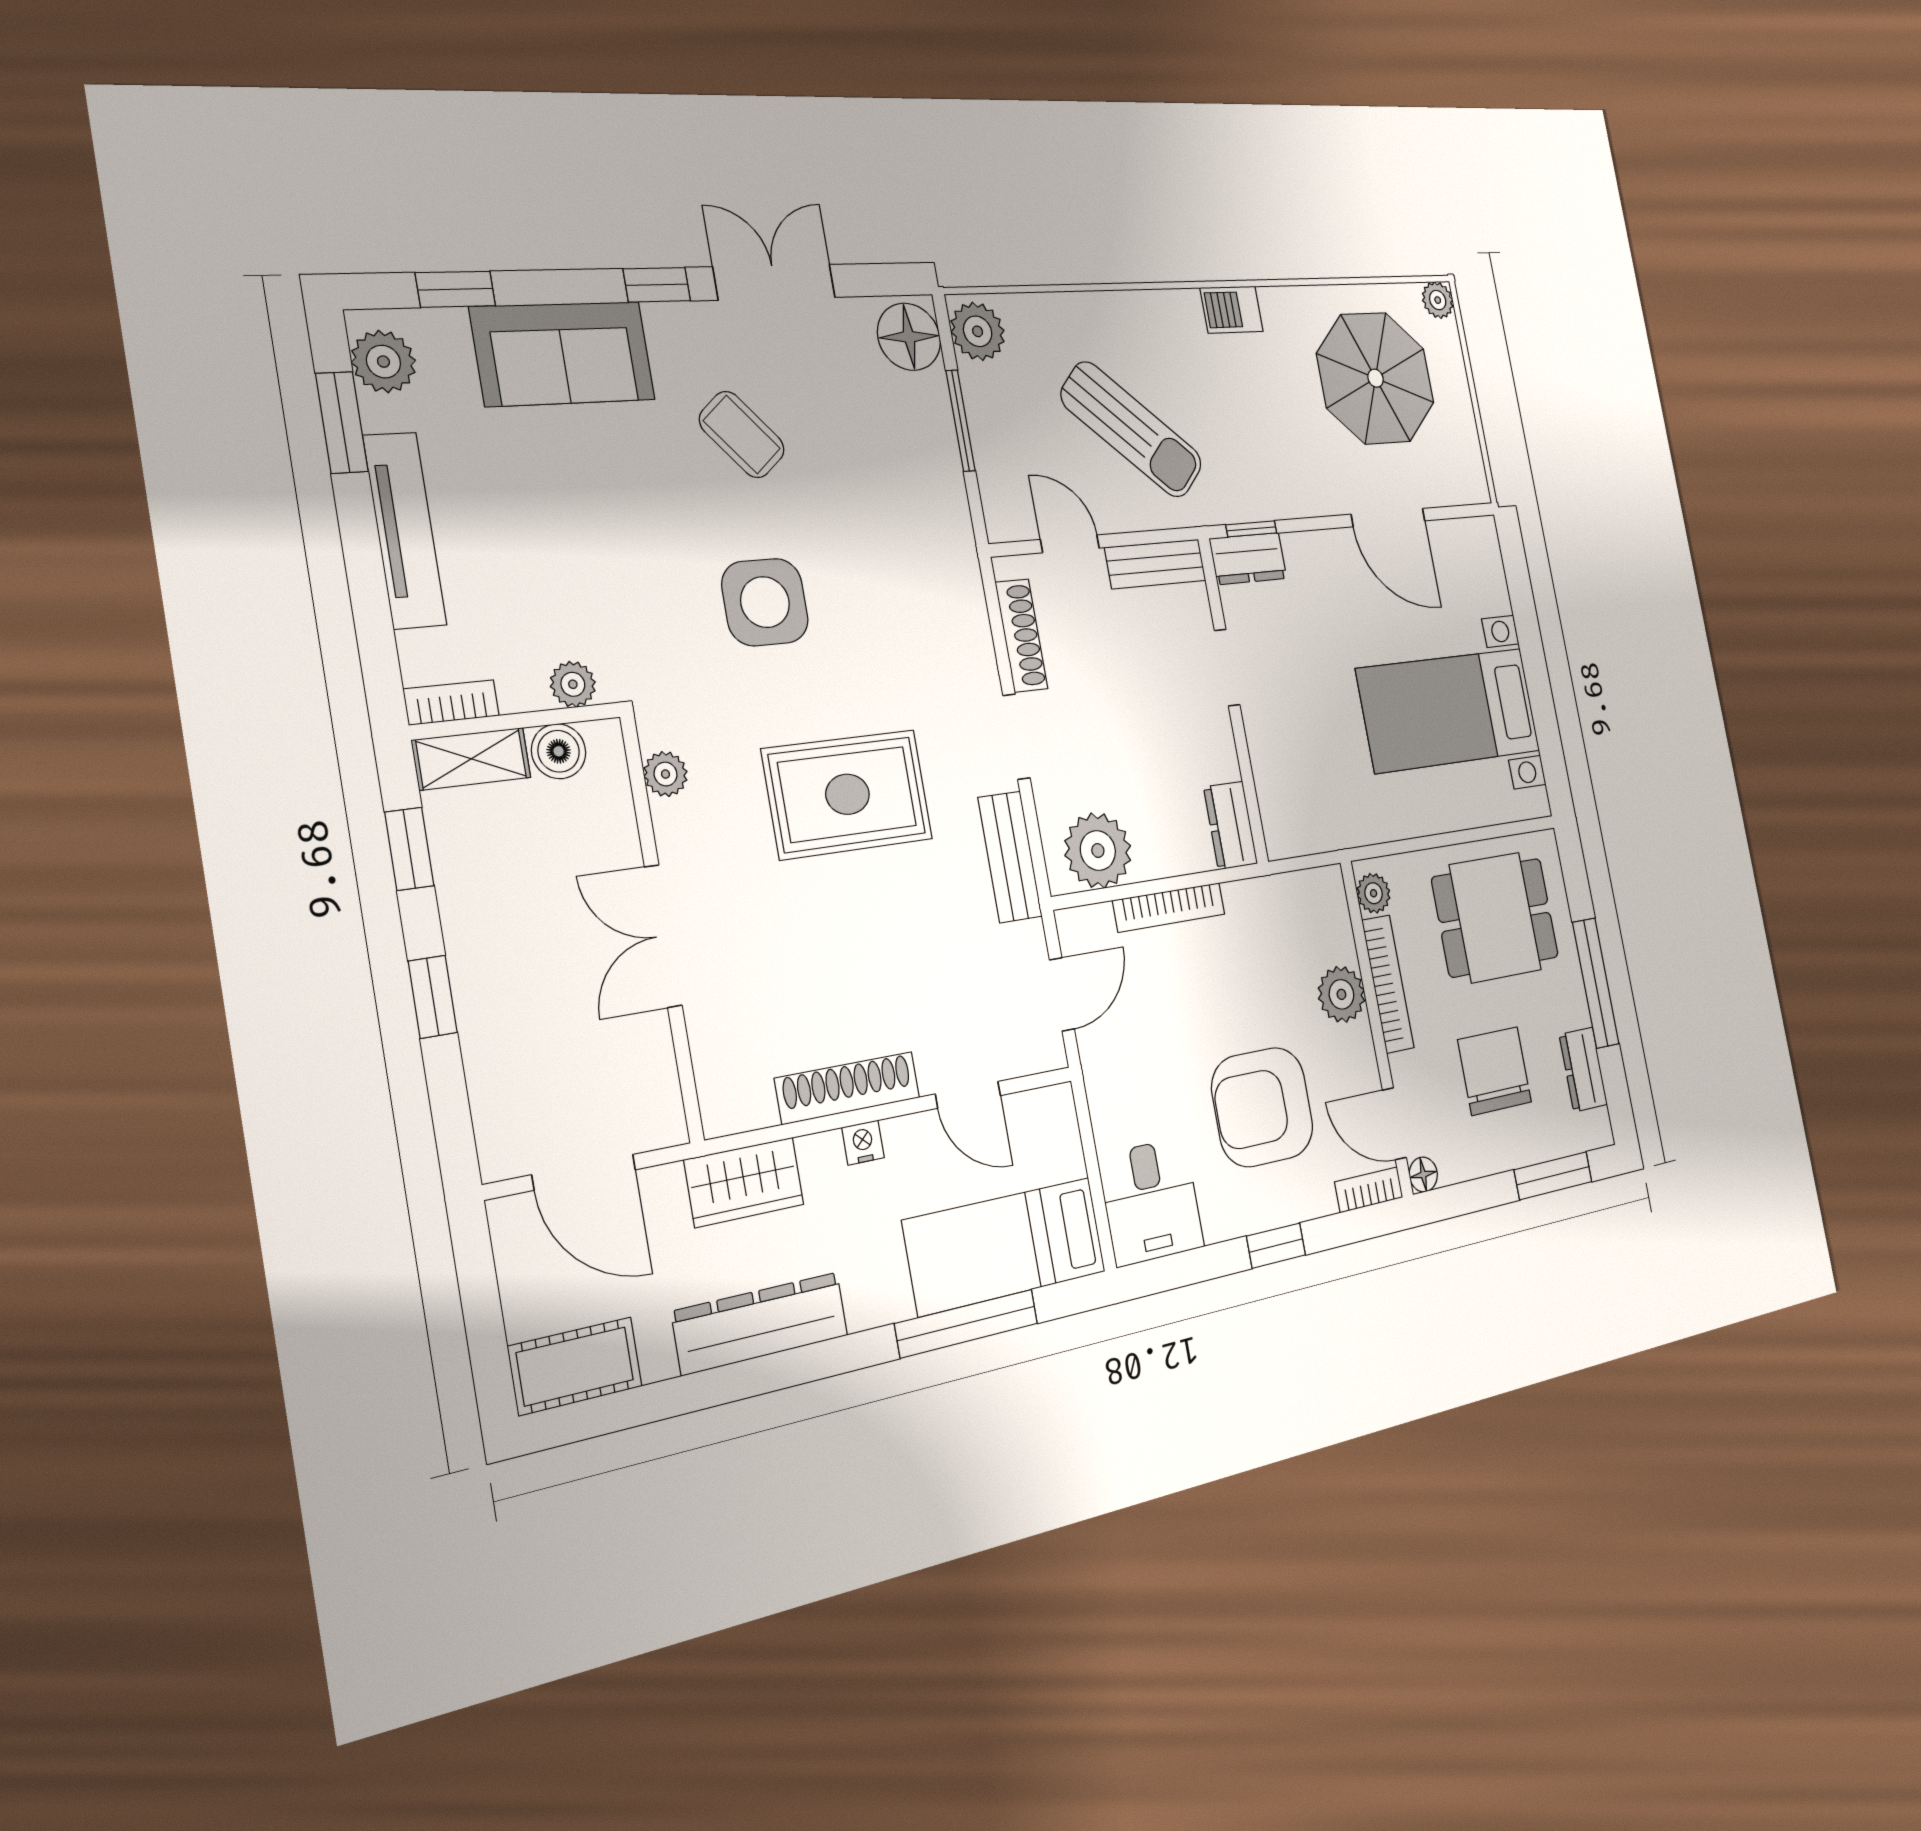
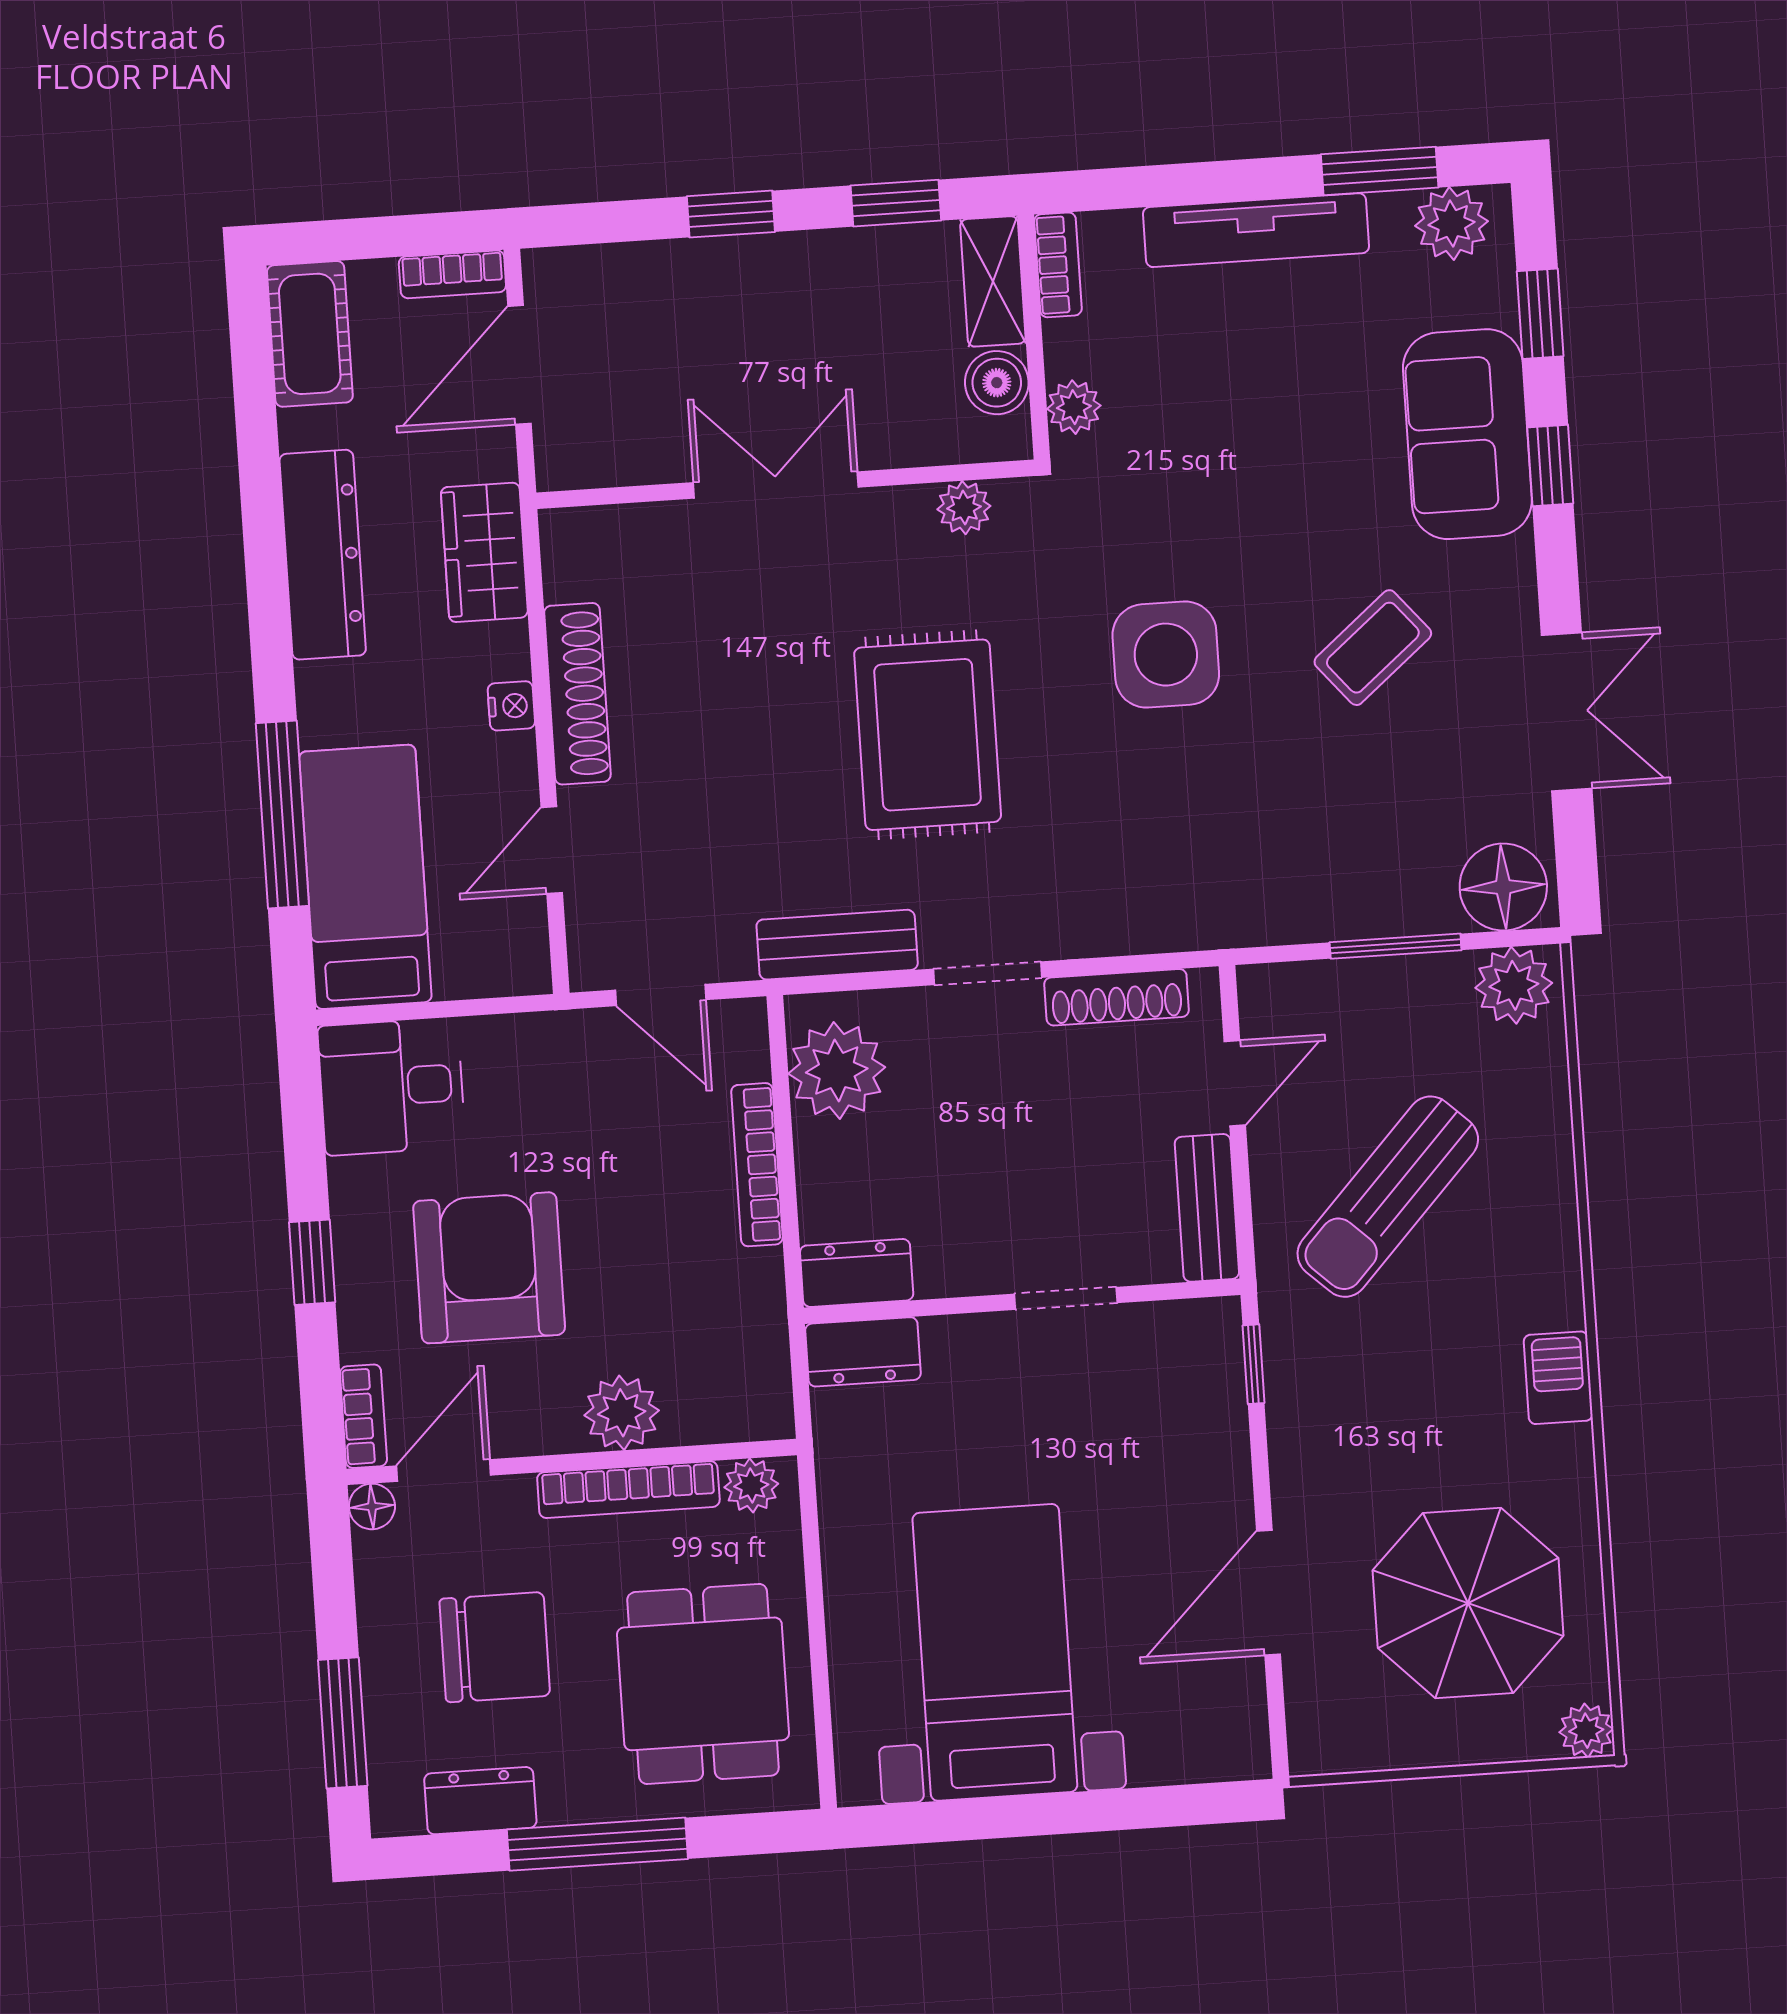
window: (657, 285) -> (1550, 466), moved
dresser: (1248, 559) -> (863, 1352), moved, turned -90
bookcase: (510, 1244) -> (452, 274), added

